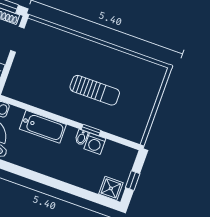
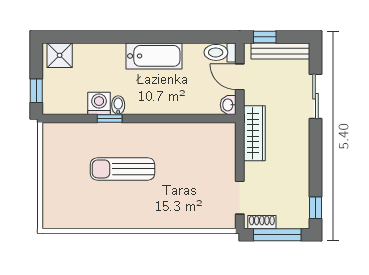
bathtub: (43, 127) -> (154, 56), moved, turned 180
window: (133, 181) -> (36, 91), moved

